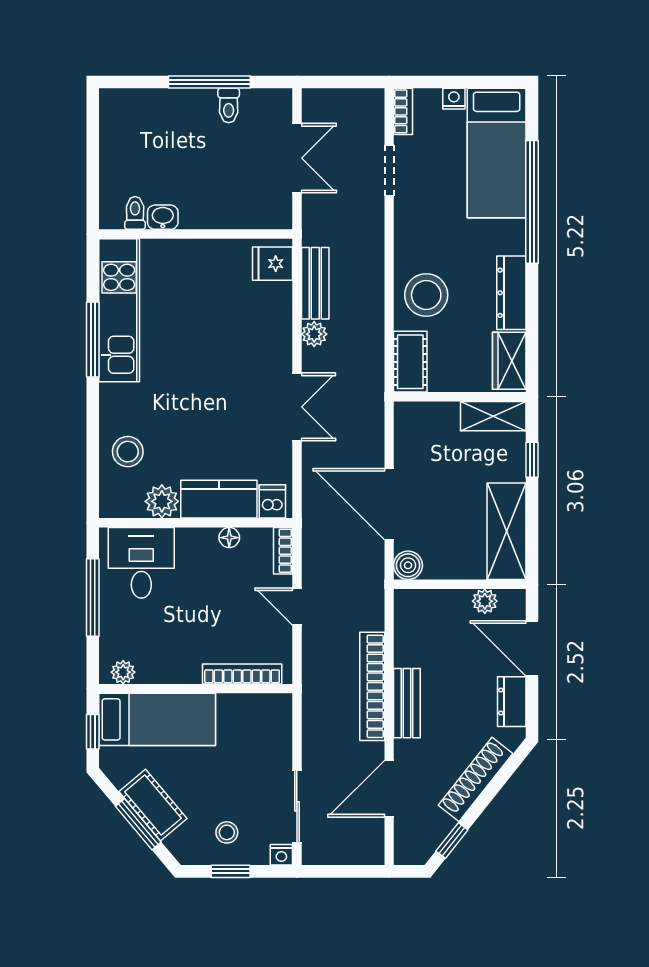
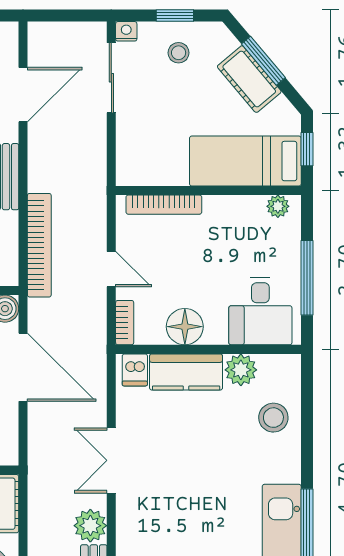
plant: (314, 334) -> (90, 526), width x1.38, depth x1.38
floor lamp: (229, 538) -> (185, 327), width x1.89, depth x1.89
bookcase: (372, 686) -> (39, 245), moved

